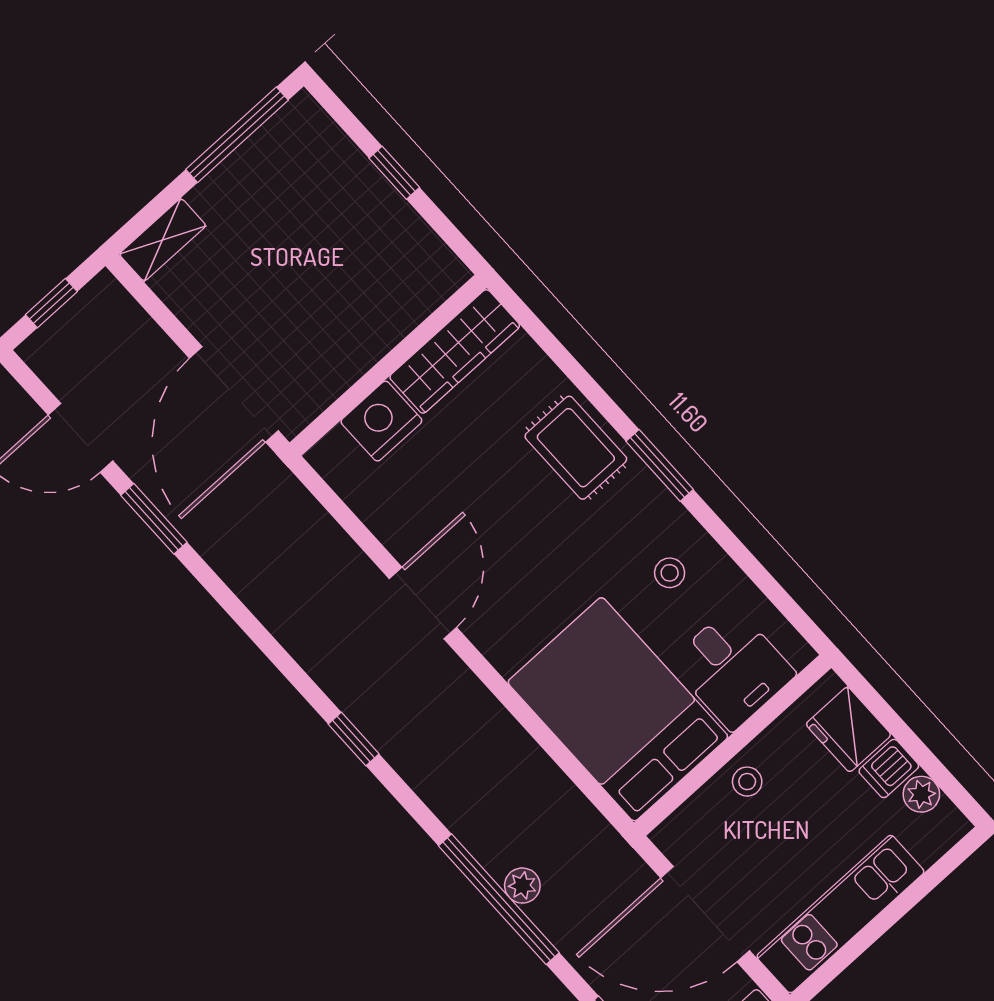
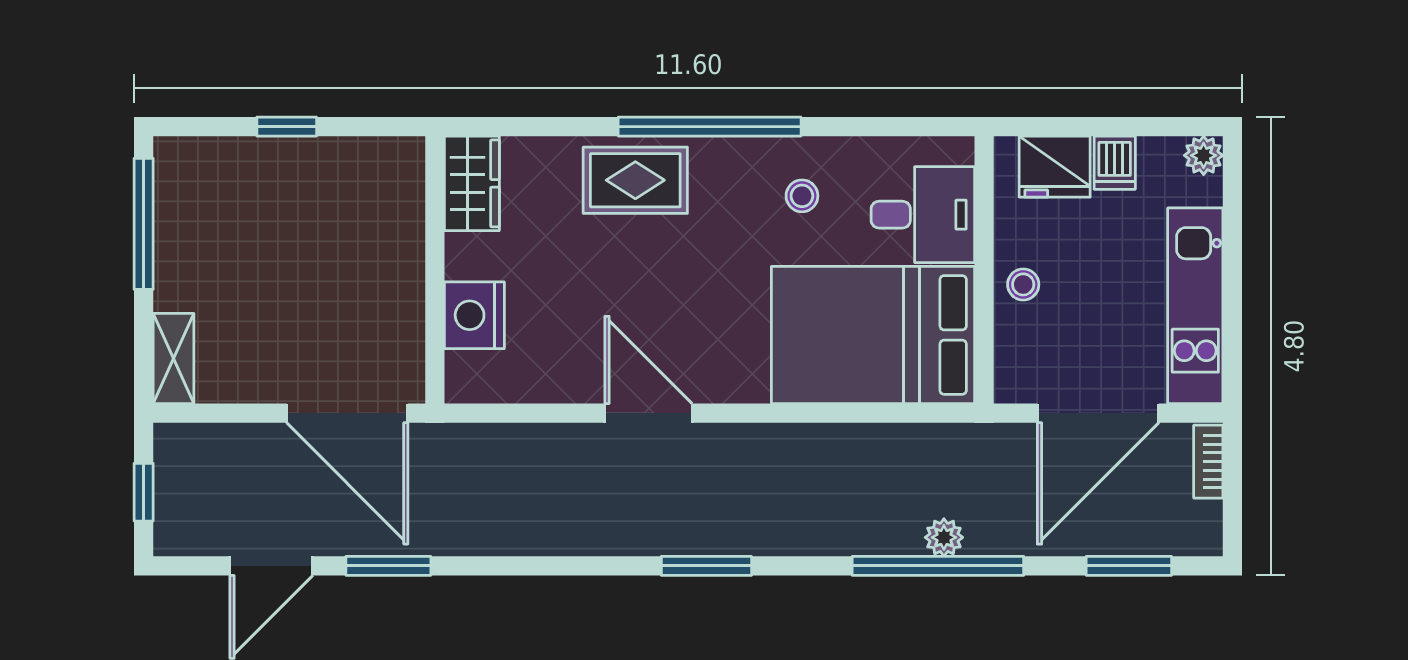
wardrobe: (455, 351) -> (472, 183), width x0.67
window: (660, 465) -> (710, 127), width x2.11
window: (354, 739) -> (706, 566), width x1.50
plant: (921, 794) -> (1204, 155), moved

